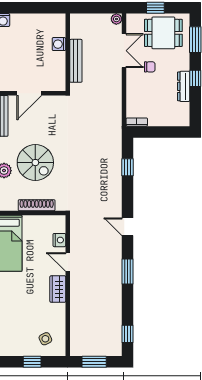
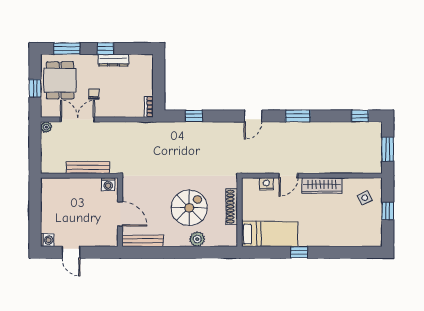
washing machine: (59, 44) -> (108, 184), moved
wardrobe: (58, 289) -> (322, 186), width x1.50

